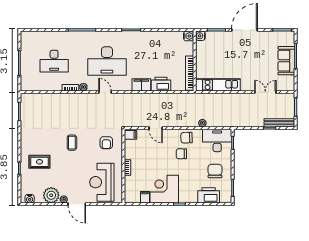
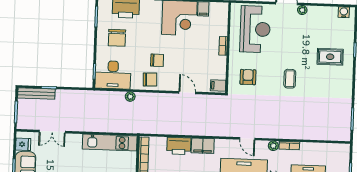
fridge: (289, 81) -> (23, 144), added
plant: (51, 195) -> (317, 16), removed

